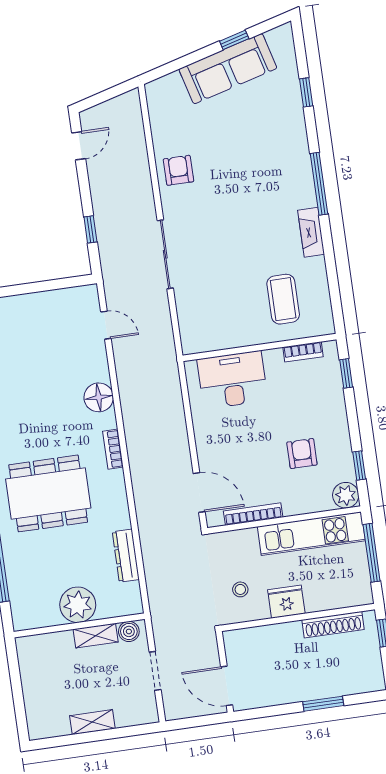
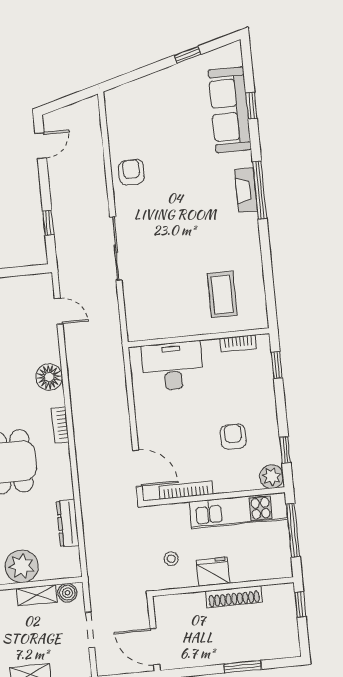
sofa: (228, 69) -> (230, 110), moved, turned 105
fireplace: (311, 232) -> (246, 190), moved
shoe rack: (333, 625) -> (234, 597), moved

